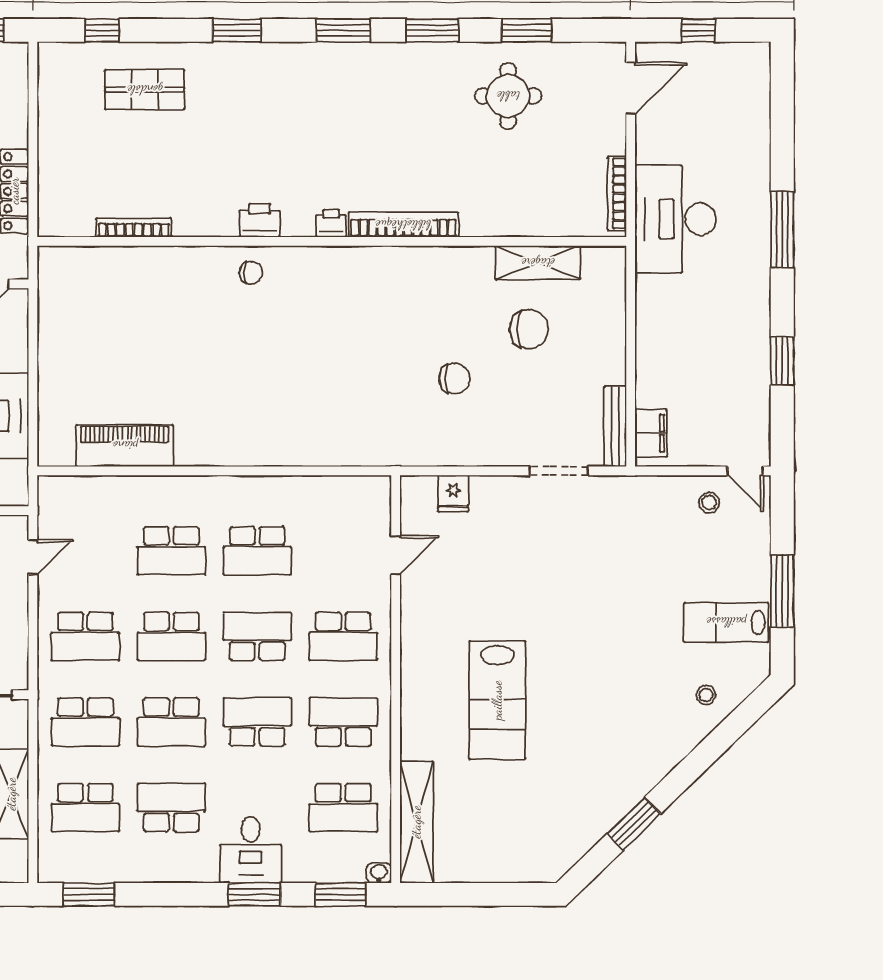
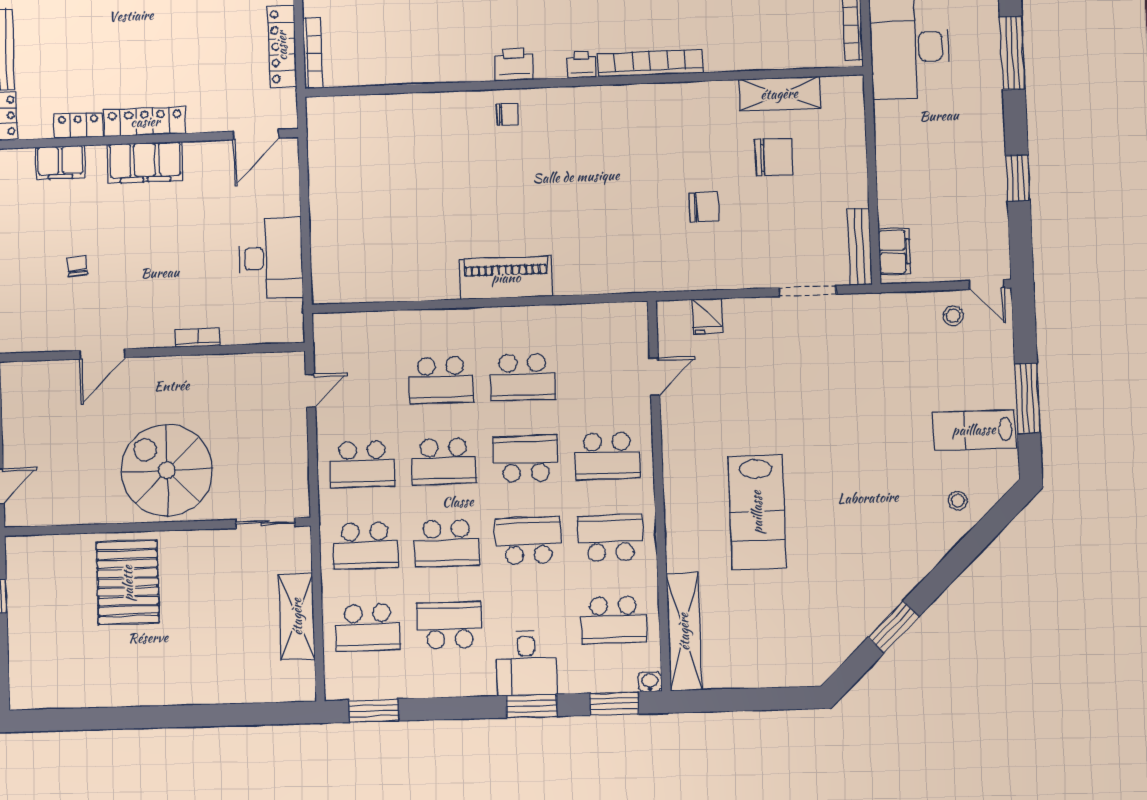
bookcase: (134, 228) -> (313, 53), moved, turned 90
piano: (125, 446) -> (506, 278), moved

